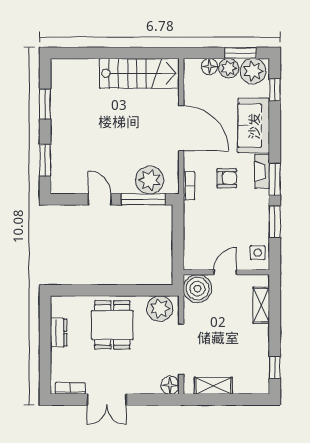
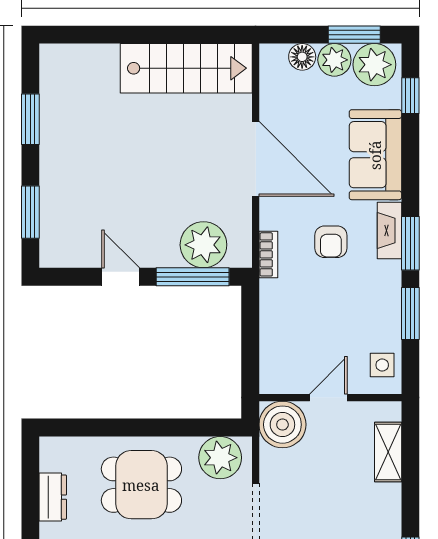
armchair: (227, 178) -> (331, 242), turned 90
dining table: (112, 325) -> (141, 485), turned 90

